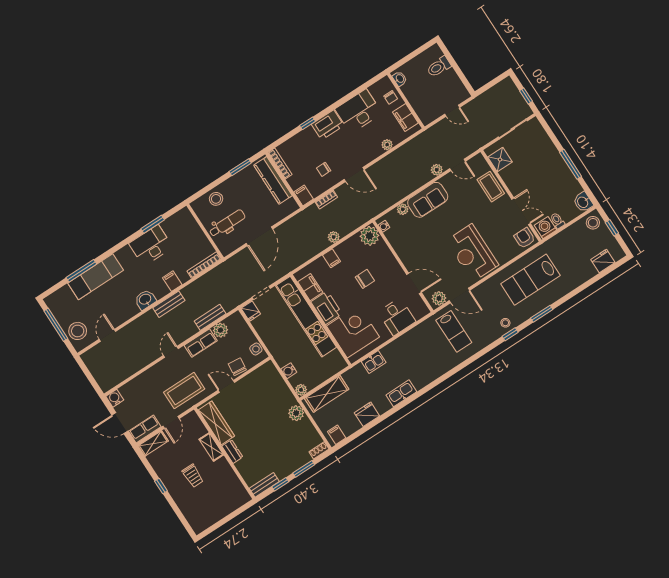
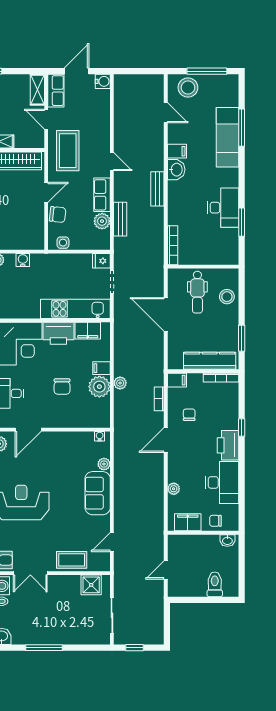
plant: (437, 170) -> (120, 520), removed
plant: (369, 236) -> (99, 387), moved
filing cabinet: (172, 281) -> (177, 151), moved
kitchen unit: (306, 317) -> (75, 309), width x0.73

